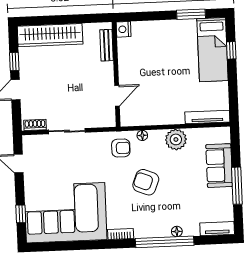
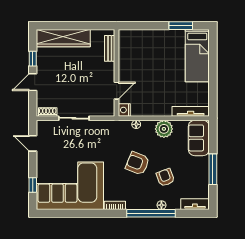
nightstand: (124, 29) -> (124, 110), moved
window: (231, 50) -> (213, 57), removed
armchair: (121, 148) -> (165, 178), moved, turned -111
sofa: (219, 166) -> (199, 138), moved

